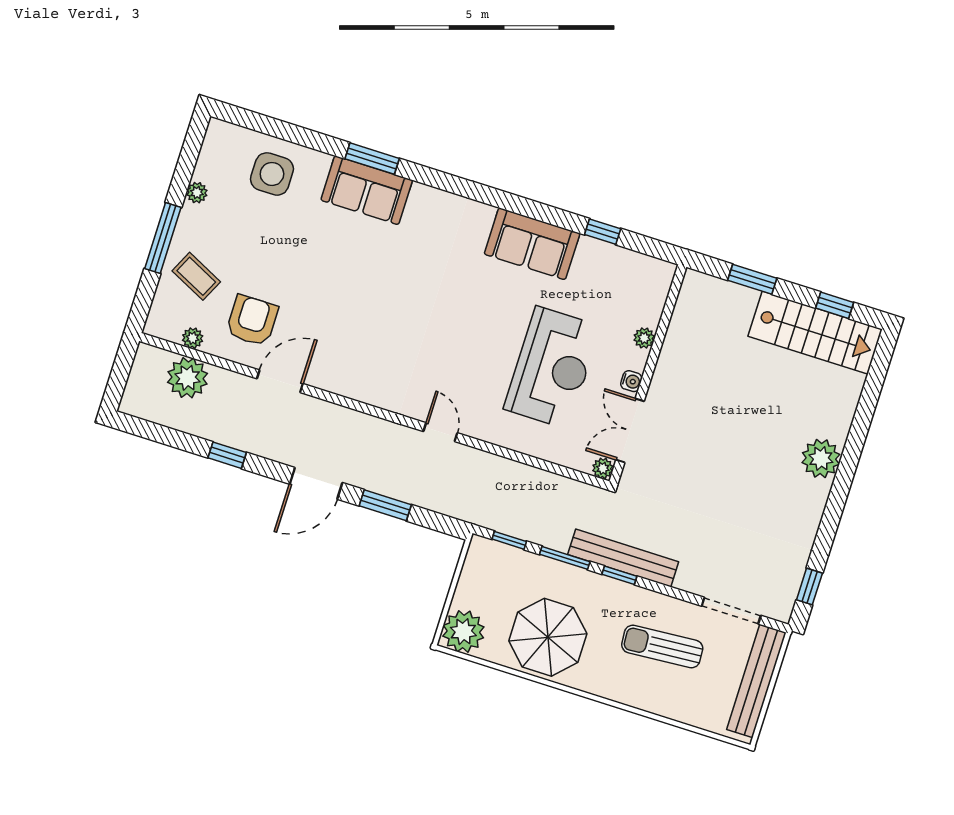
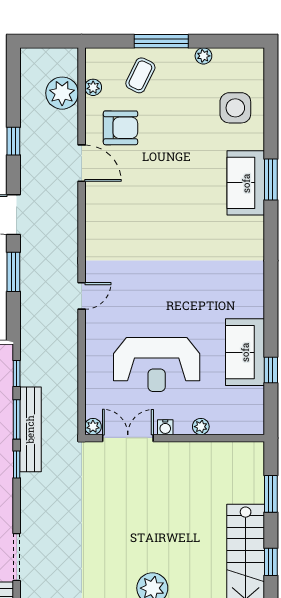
sofa: (532, 244) -> (245, 352), moved
bench: (623, 558) -> (30, 429), moved

